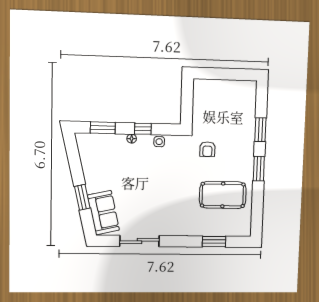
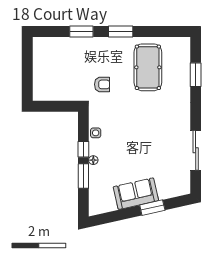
window: (103, 128) -> (83, 176), moved
sofa: (103, 213) -> (136, 194), moved

